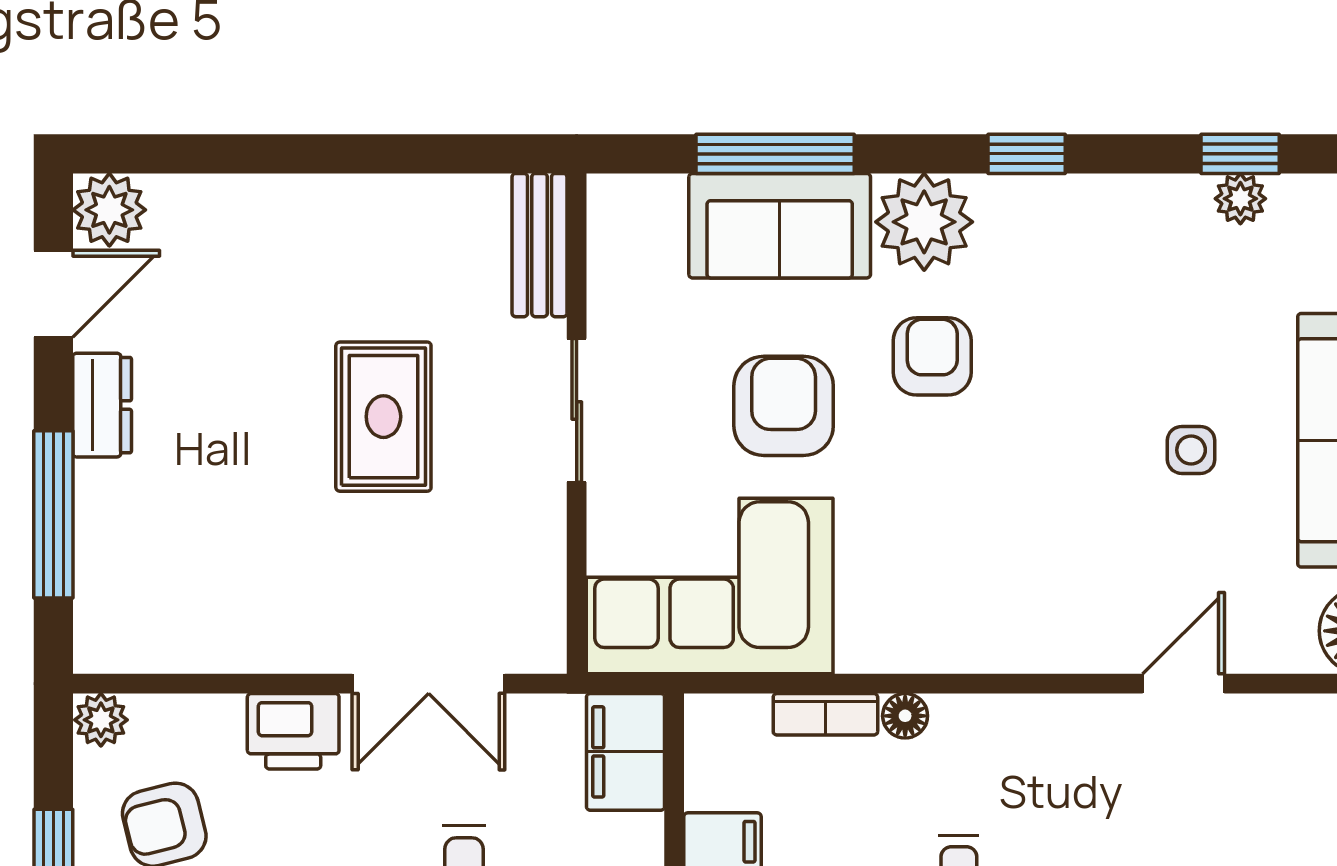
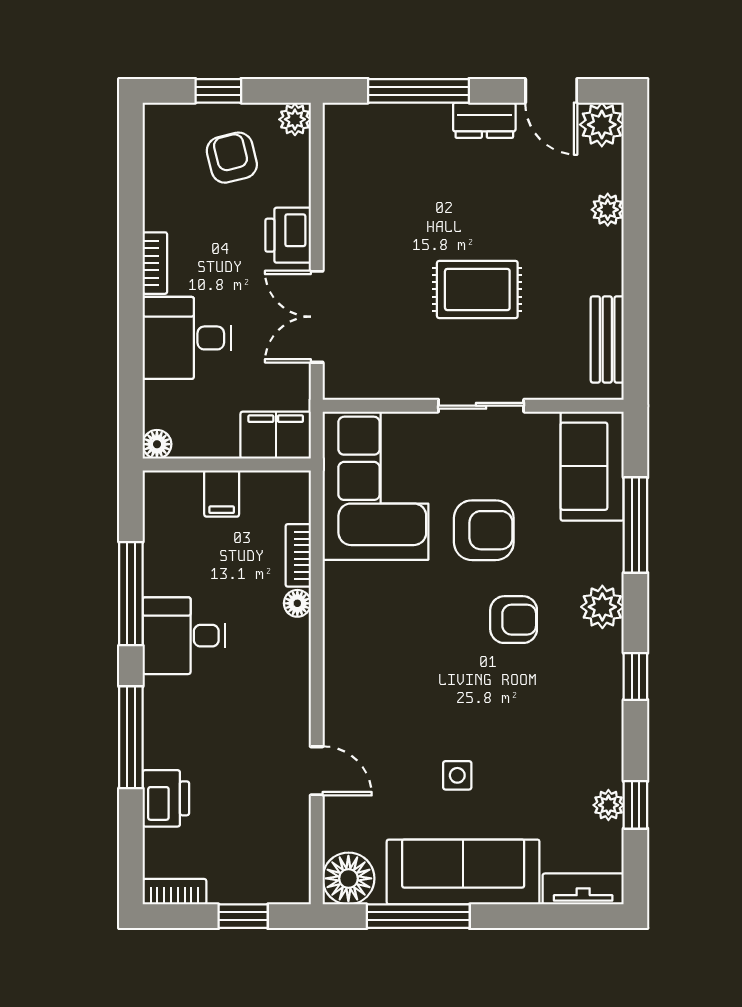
plant: (251, 200) -> (608, 210), added
plant: (924, 222) -> (602, 607), width x0.73, depth x0.73
sofa: (780, 226) -> (592, 466), moved
bench: (540, 245) -> (607, 339), moved, turned 90

